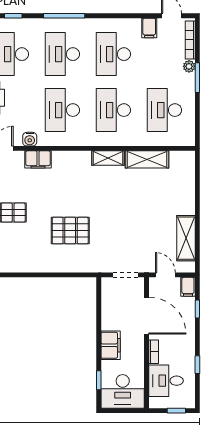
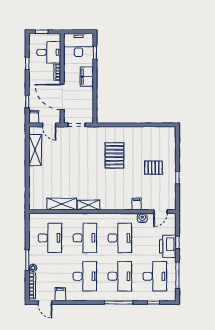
filing cabinet: (38, 159) -> (137, 204), width x0.50
pallet: (70, 231) -> (114, 155), turned 90

